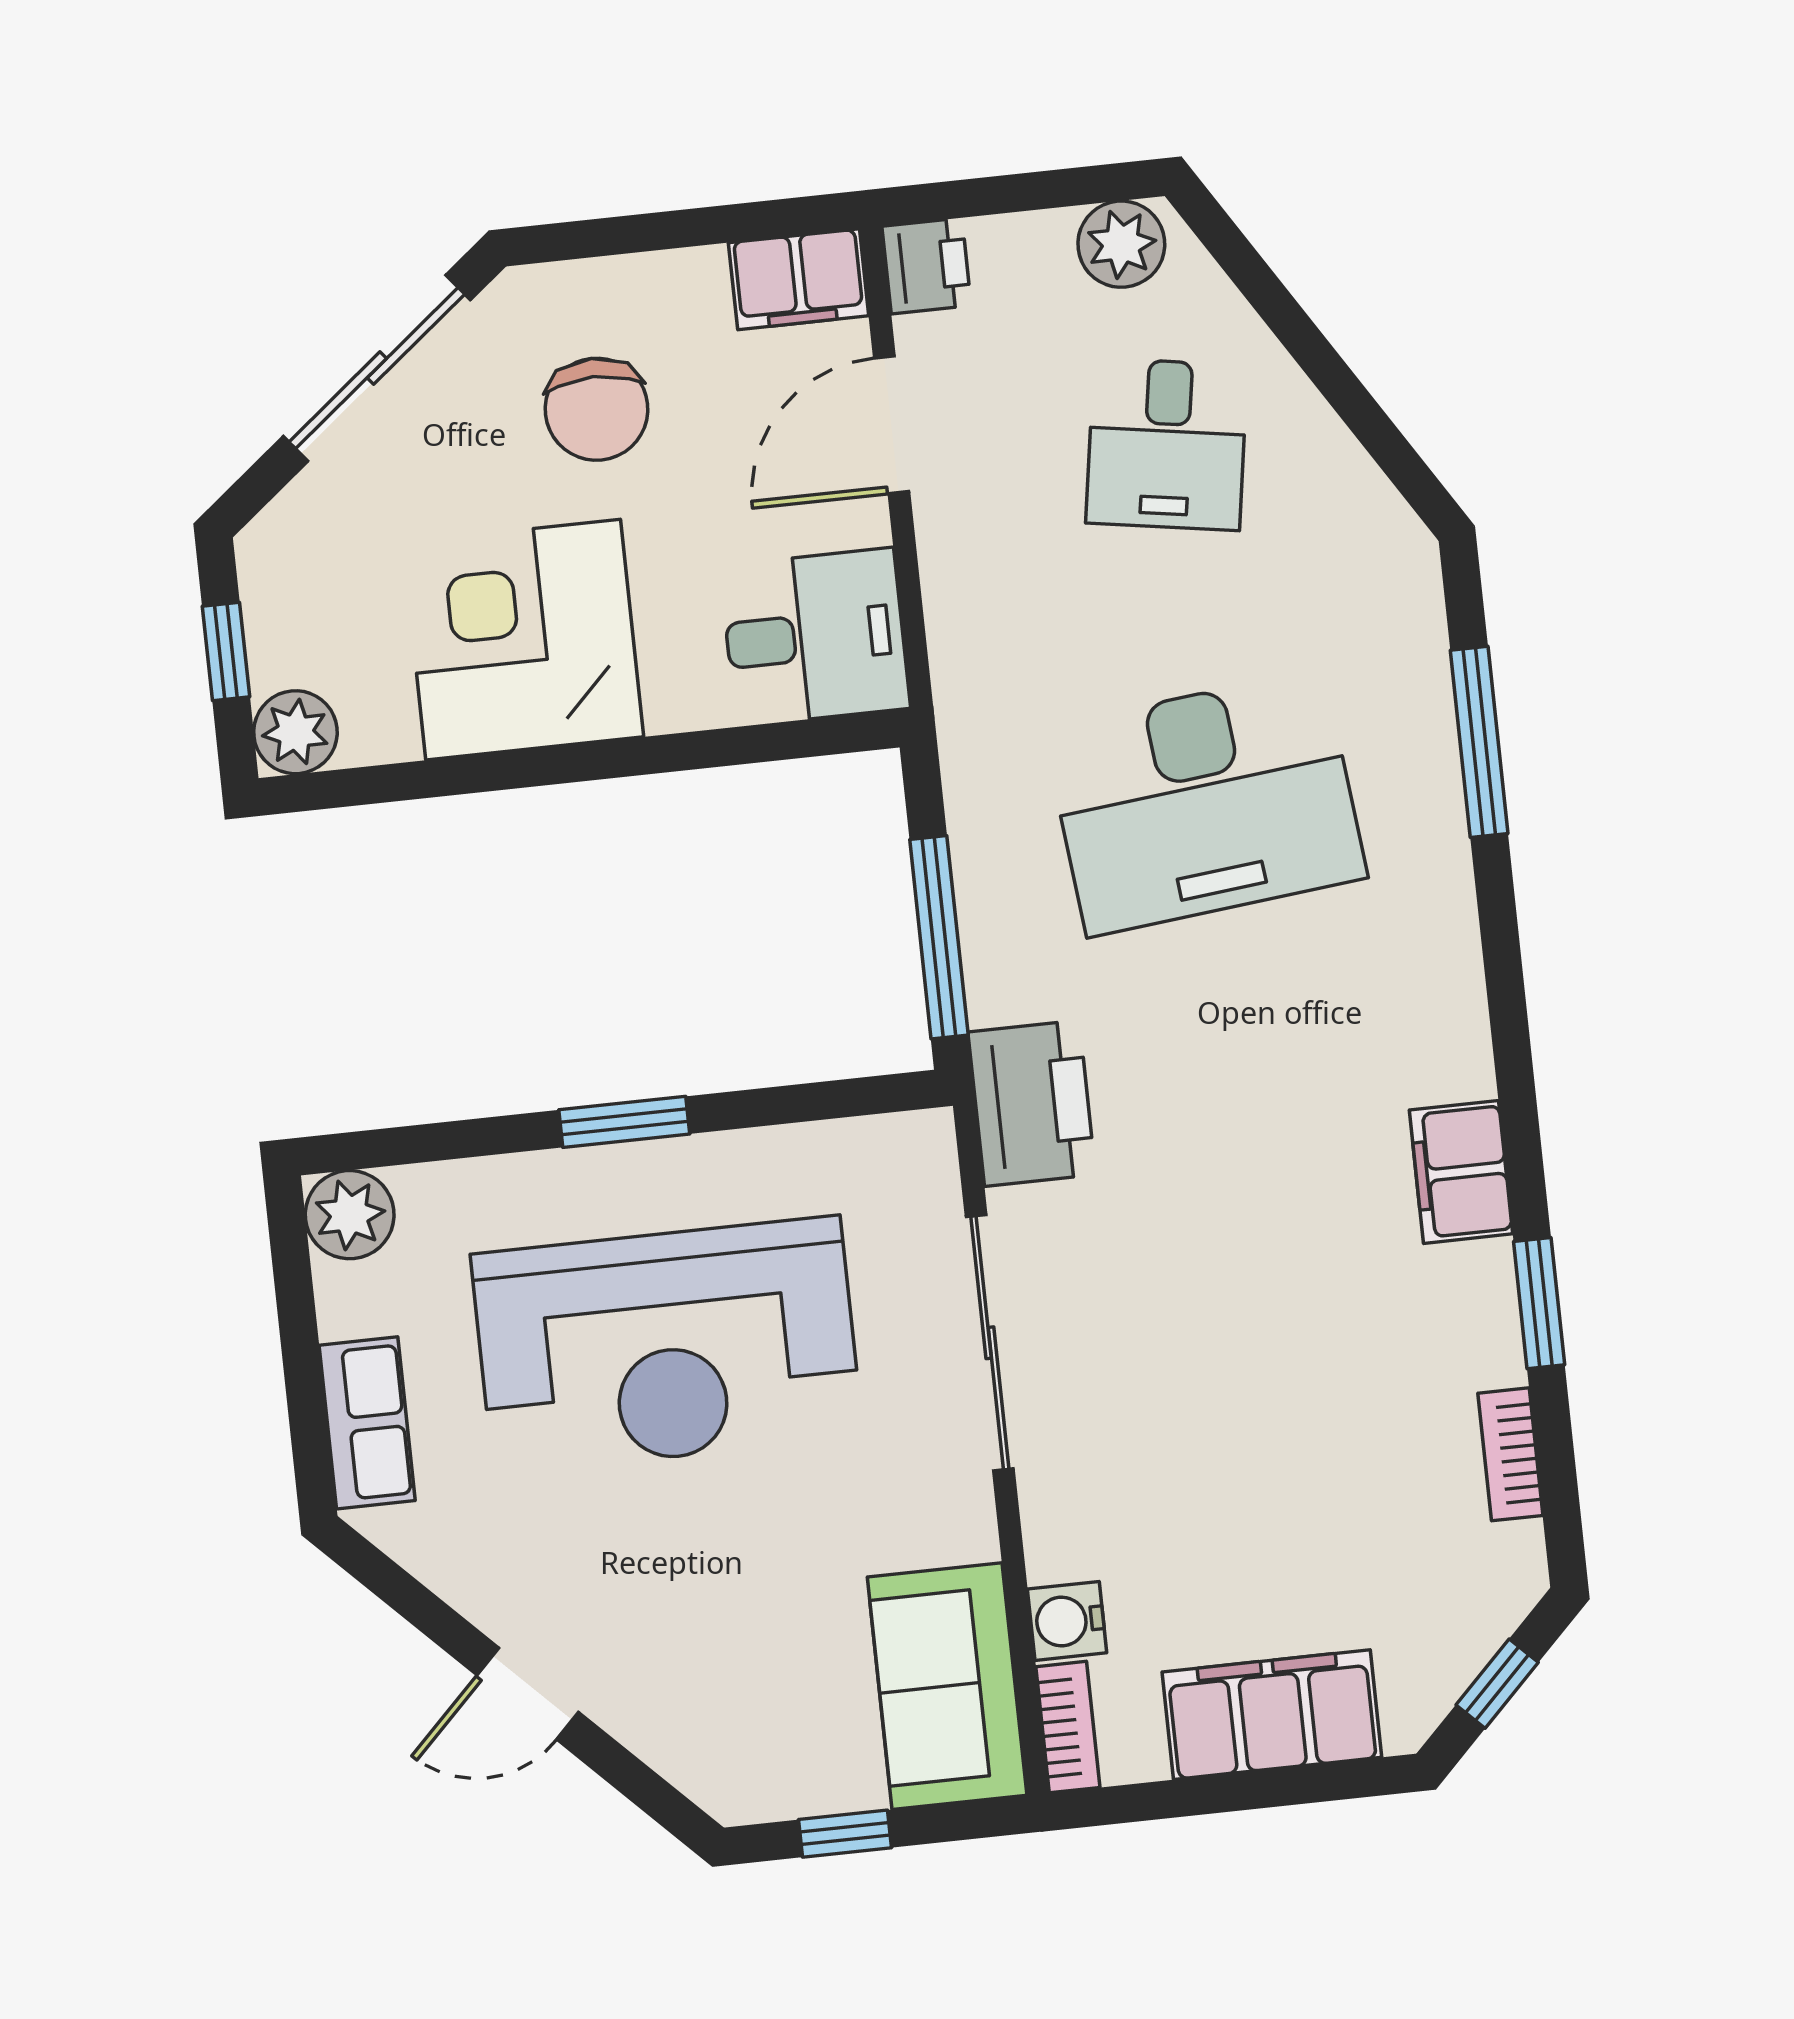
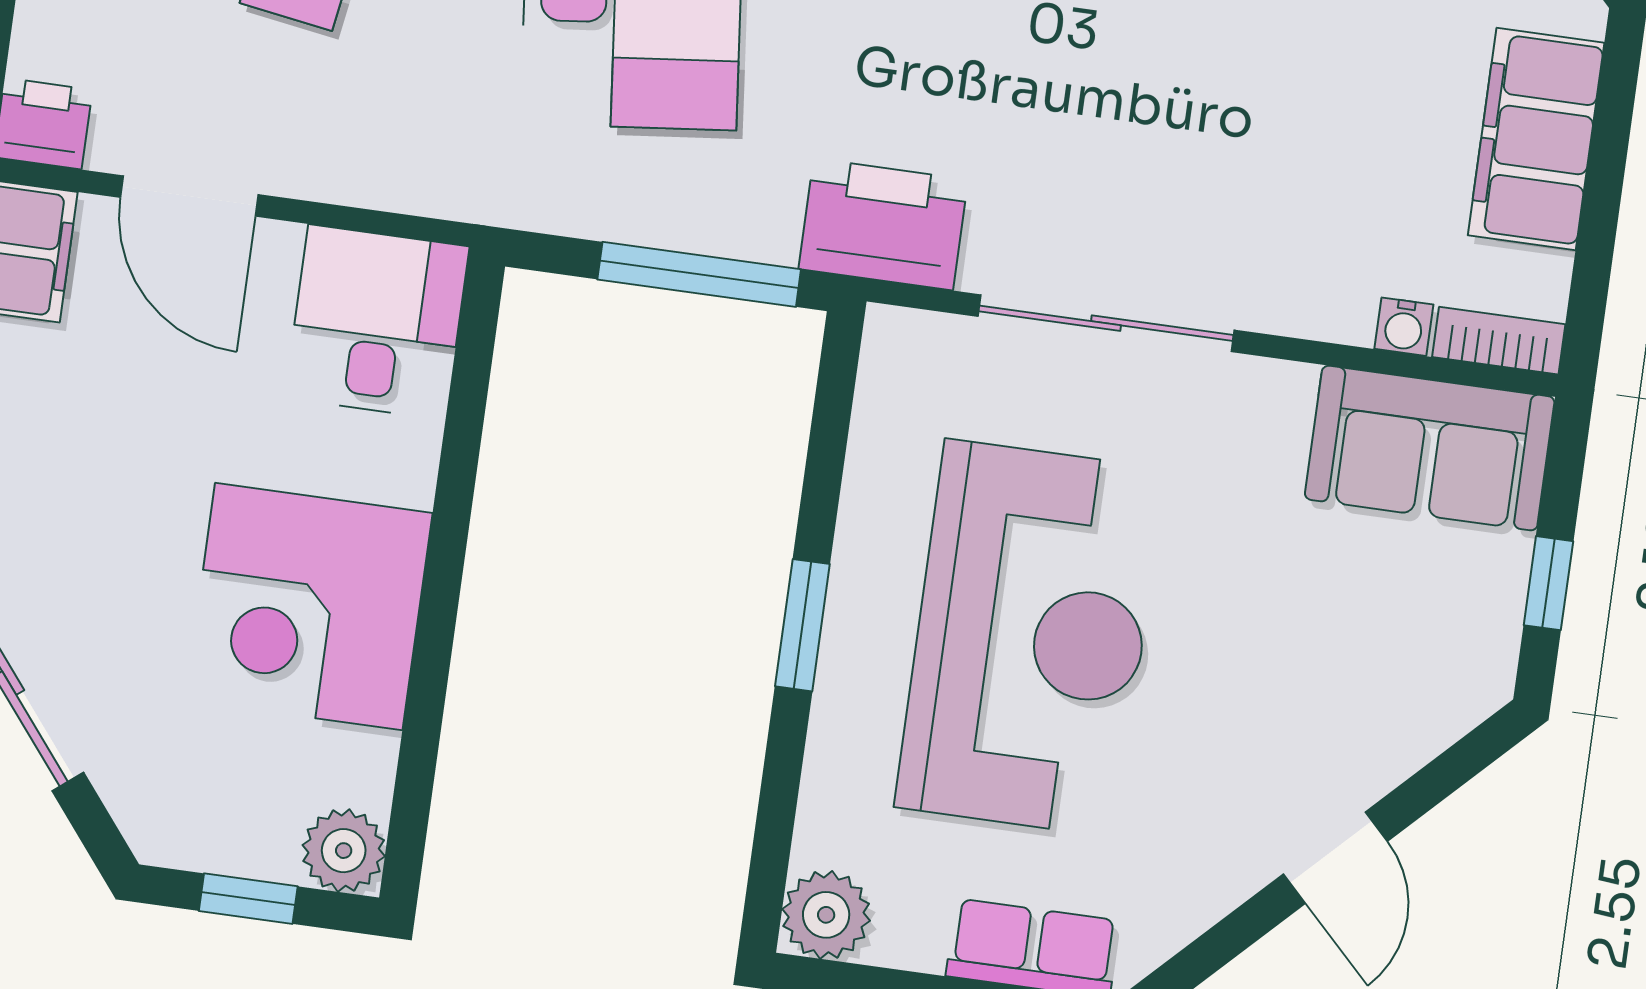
chair: (597, 409) -> (102, 479), removed
water cooler: (1067, 1621) -> (1404, 327), width x0.72, depth x0.72

